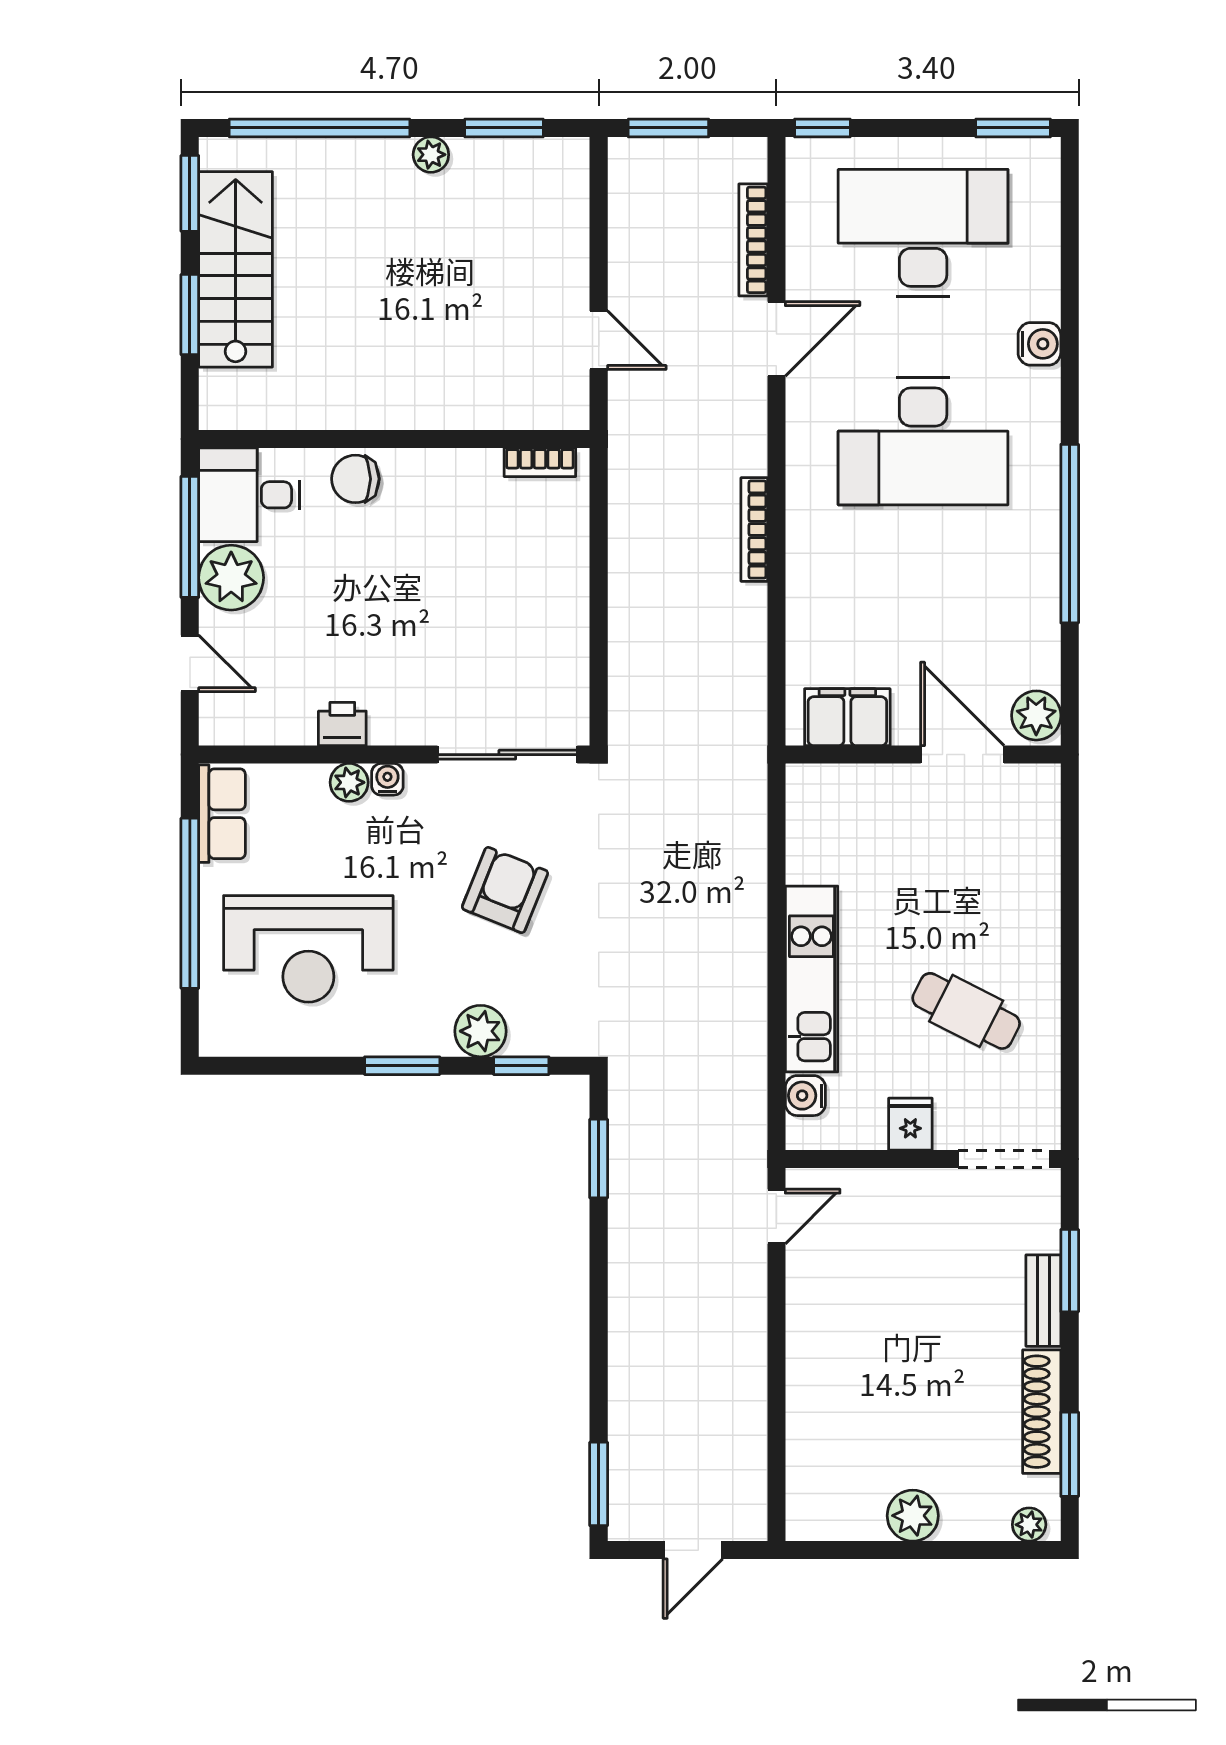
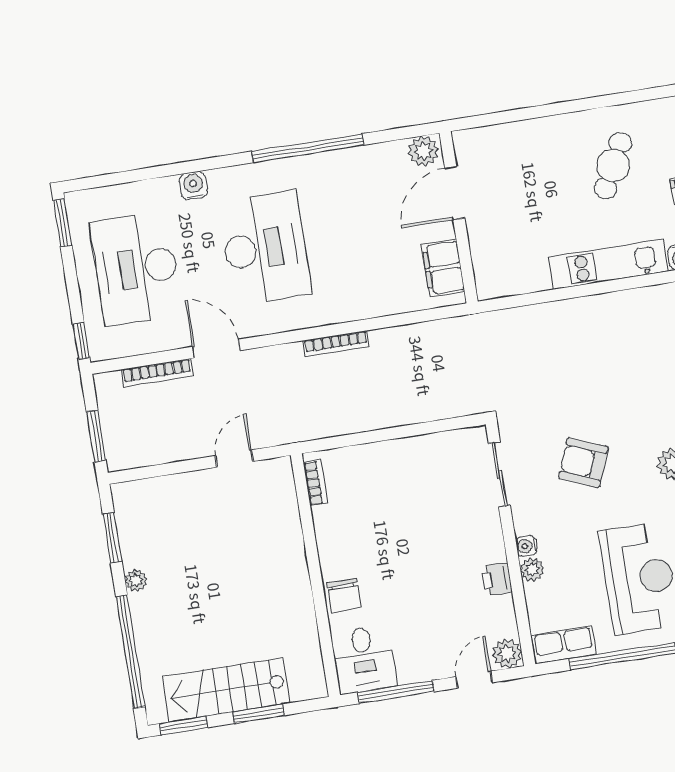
plant: (231, 578) -> (507, 654), moved, width x0.73, depth x0.73
sliding door: (507, 755) -> (499, 474), width x0.73

